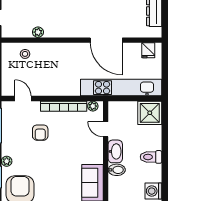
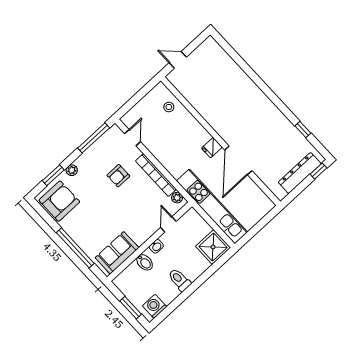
plant: (38, 32) -> (195, 101), removed
fridge: (148, 50) -> (212, 148), moved
washbasin: (115, 151) -> (156, 246), width x0.52, depth x0.69

